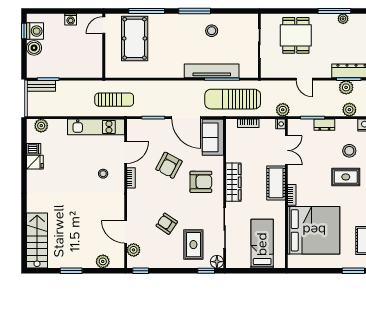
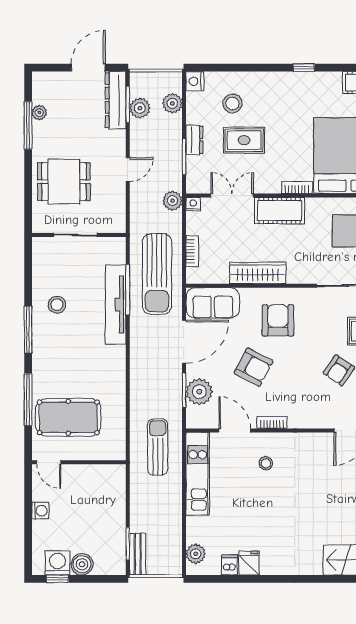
plant: (152, 128) -> (199, 392), added
rug: (346, 177) -> (244, 140), moved, turned 90
wardrobe: (233, 182) -> (258, 273), moved

